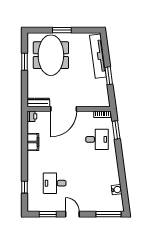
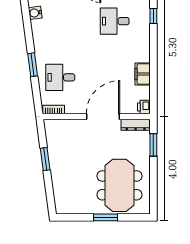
tv unit: (98, 56) -> (59, 184), removed
window: (25, 62) -> (153, 145), moved
window: (116, 130) -> (33, 65), moved
desk: (55, 183) -> (115, 21), turned 180

